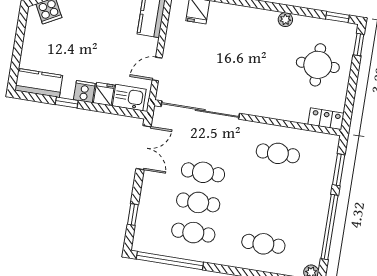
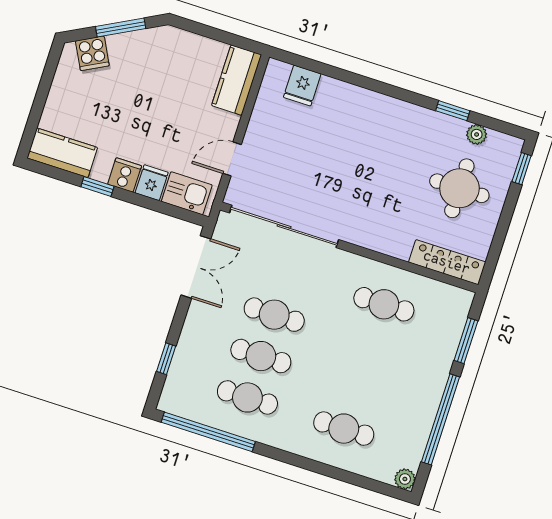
window: (337, 17) -> (453, 111), moved
plant: (285, 20) -> (477, 134), moved
locker: (326, 119) -> (447, 262), width x1.53

